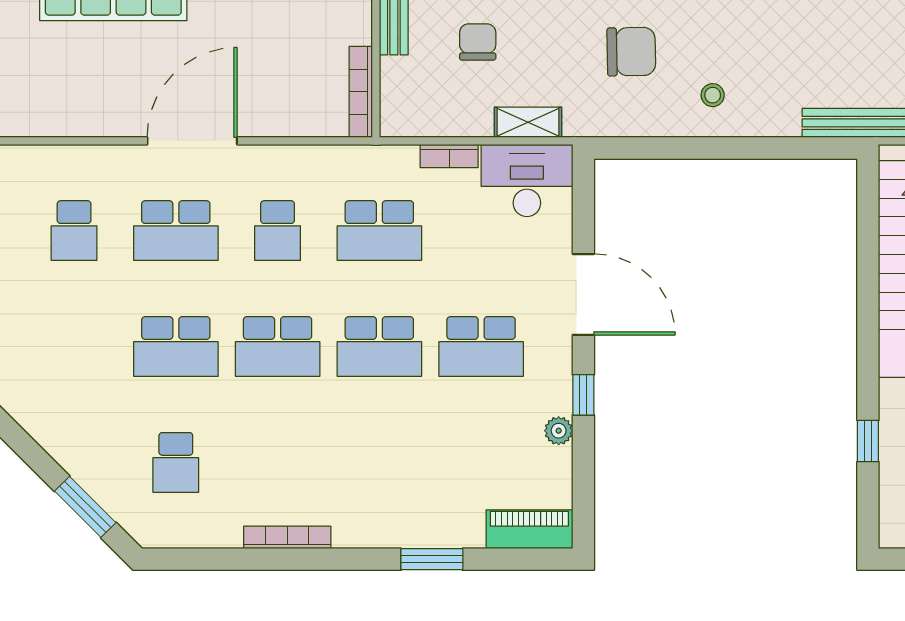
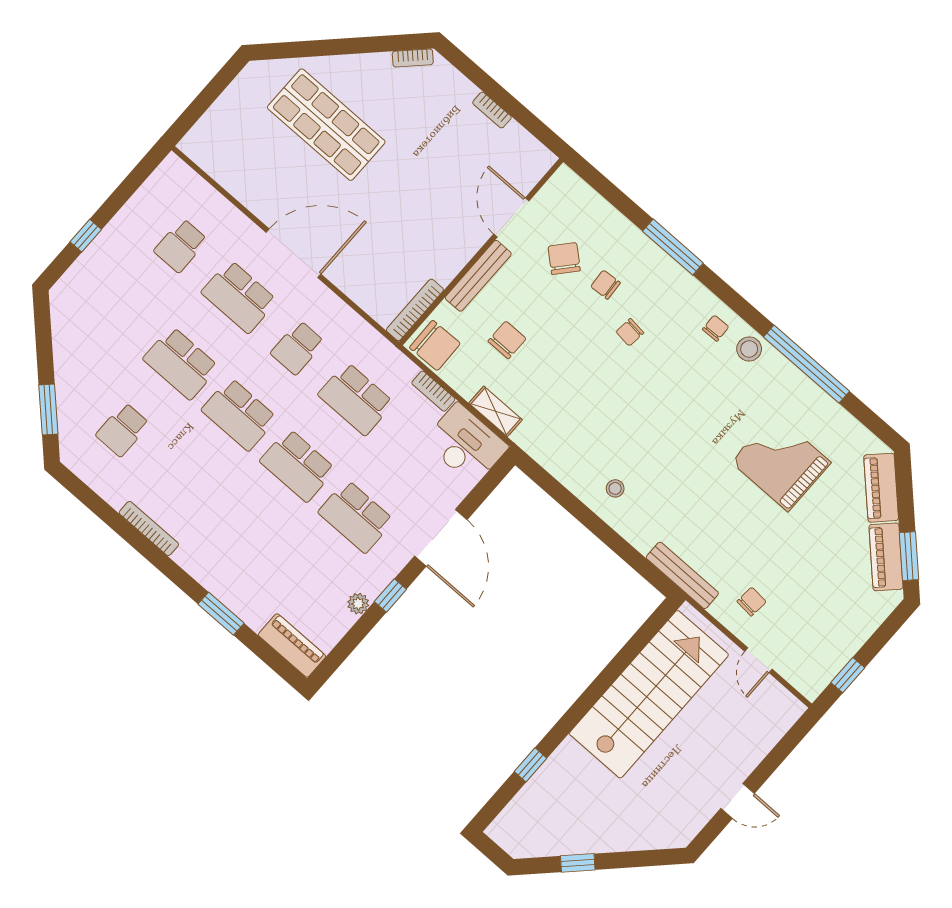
chair: (631, 52) -> (435, 346), moved

